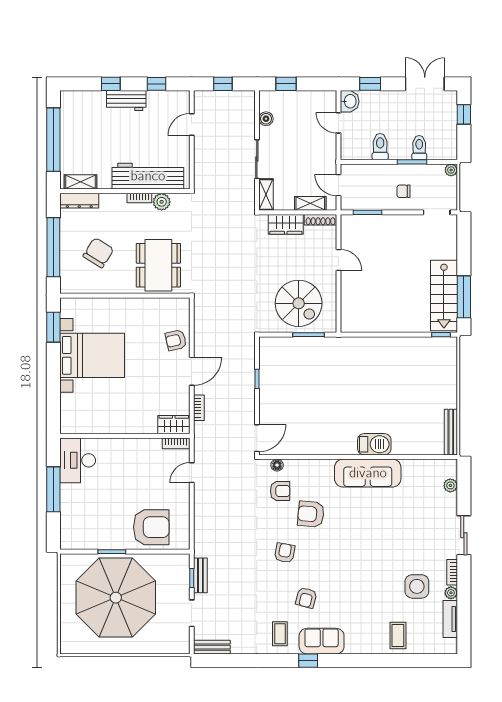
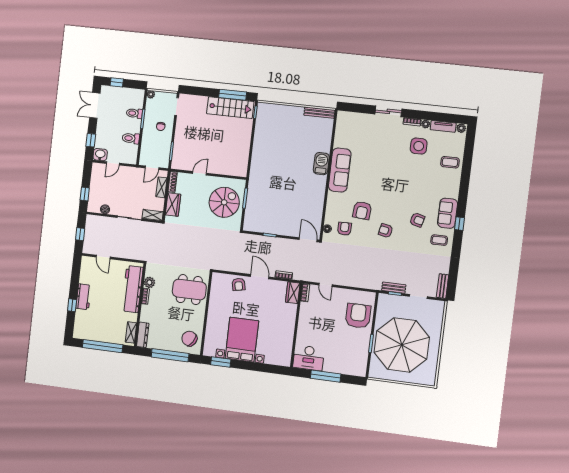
window: (157, 84) -> (75, 276), removed
chair: (98, 253) -> (189, 339), moved
plant: (450, 485) -> (461, 128), moved

